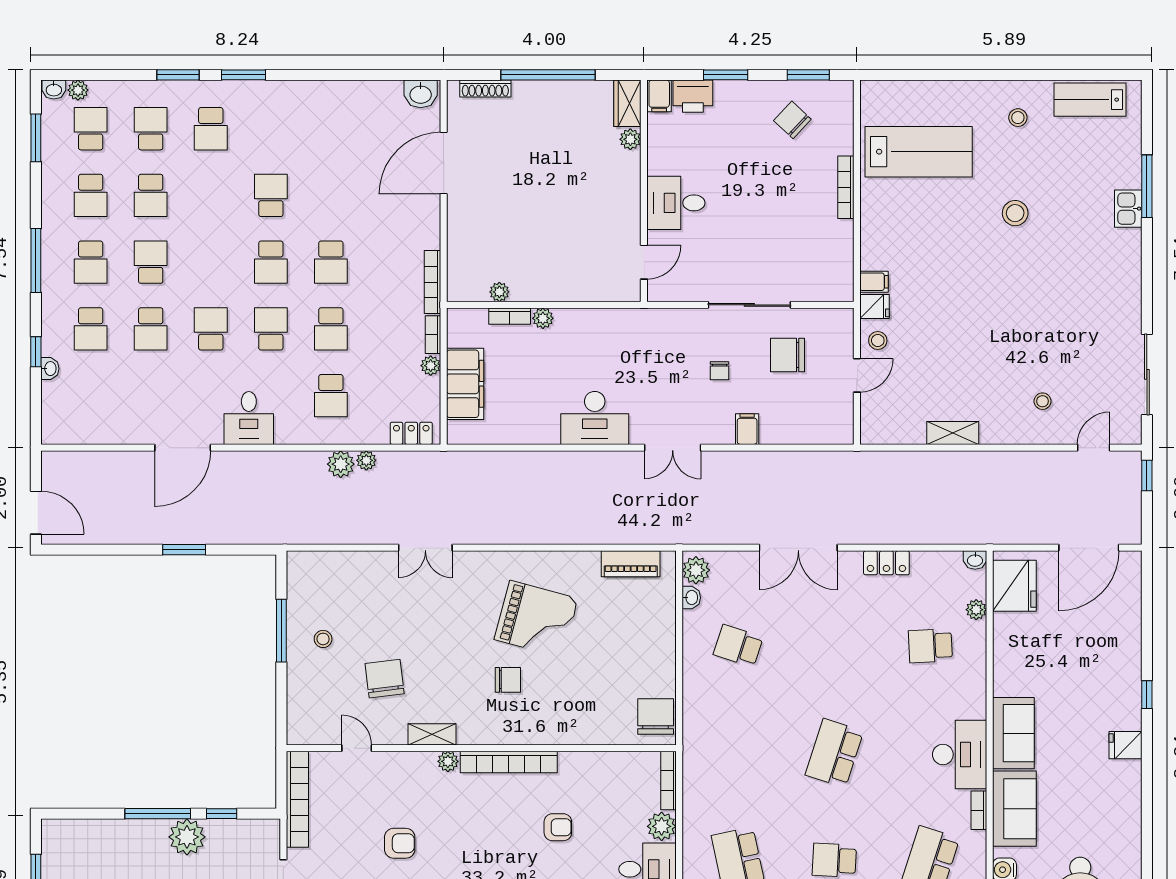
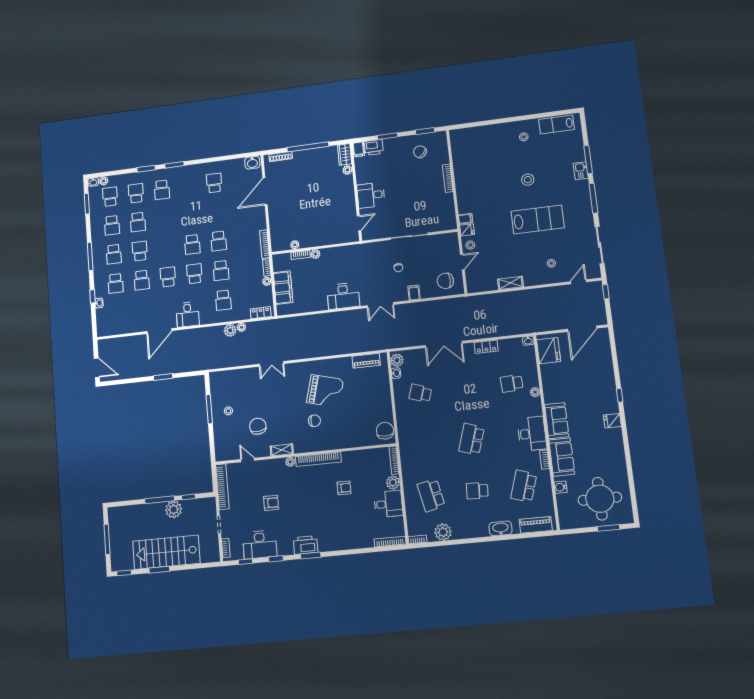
lab bench: (919, 152) -> (538, 219), moved
school desk: (271, 195) -> (214, 183), moved
window: (1147, 272) -> (593, 198), added
chair: (787, 355) -> (445, 281), moved
plant: (976, 610) -> (535, 392), moved

